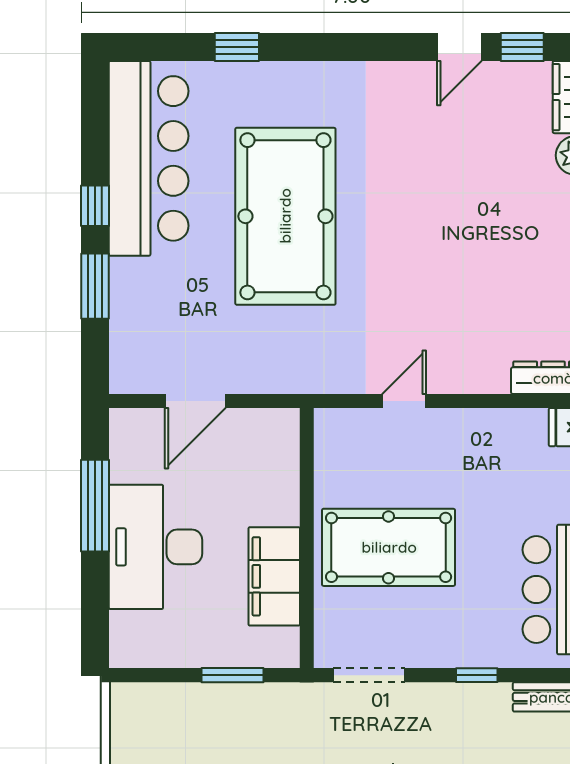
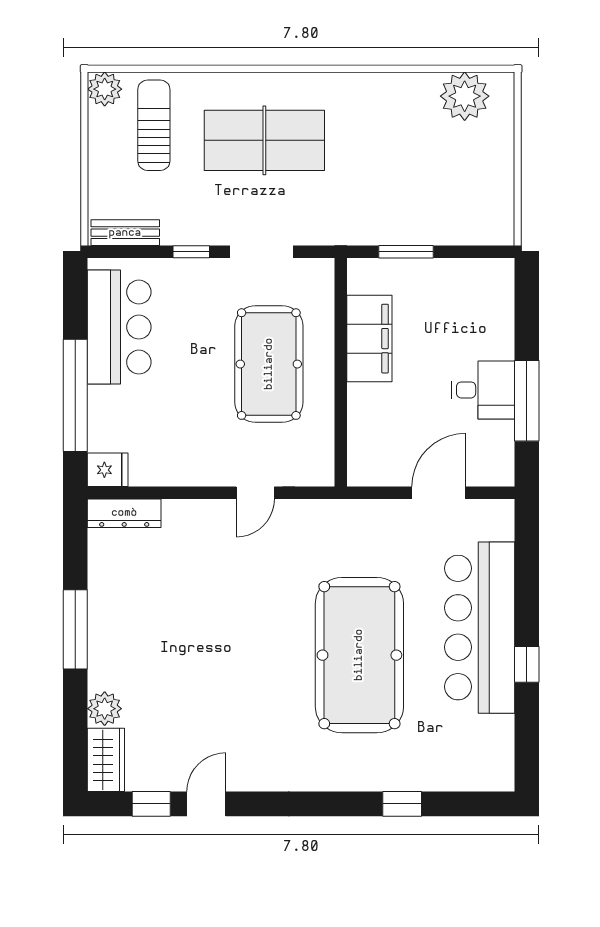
bar counter: (149, 158) -> (480, 628), moved
window: (95, 286) -> (527, 594), removed
desk: (156, 547) -> (483, 390), width x0.53, depth x0.77
pool table: (389, 547) -> (269, 364), turned 90
doorway: (369, 675) -> (262, 252), moved

